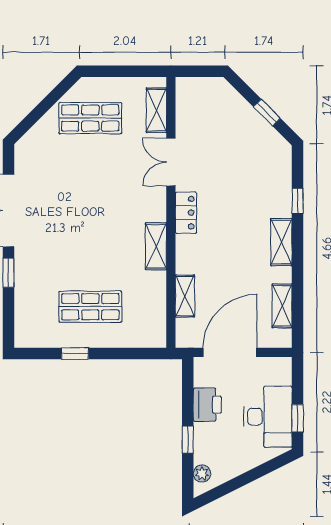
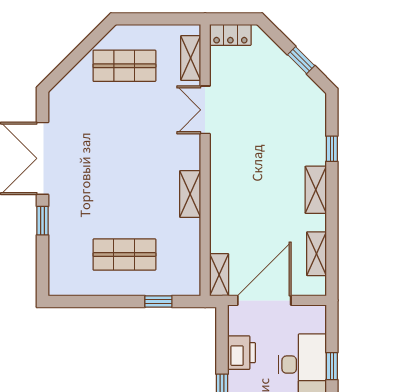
locker: (186, 213) -> (230, 35), moved, turned 90
shelving: (185, 296) -> (219, 275), moved
window: (75, 354) -> (158, 301), moved

